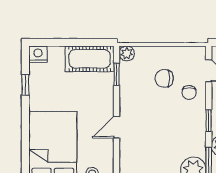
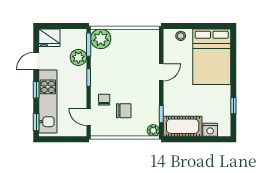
nightstand: (38, 54) -> (210, 130), moved

